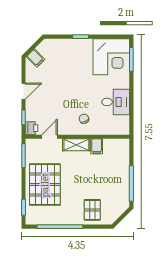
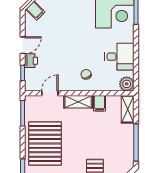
printer: (32, 128) -> (31, 61), moved
plant: (123, 128) -> (127, 84), added
shelving: (124, 152) -> (128, 109), added

